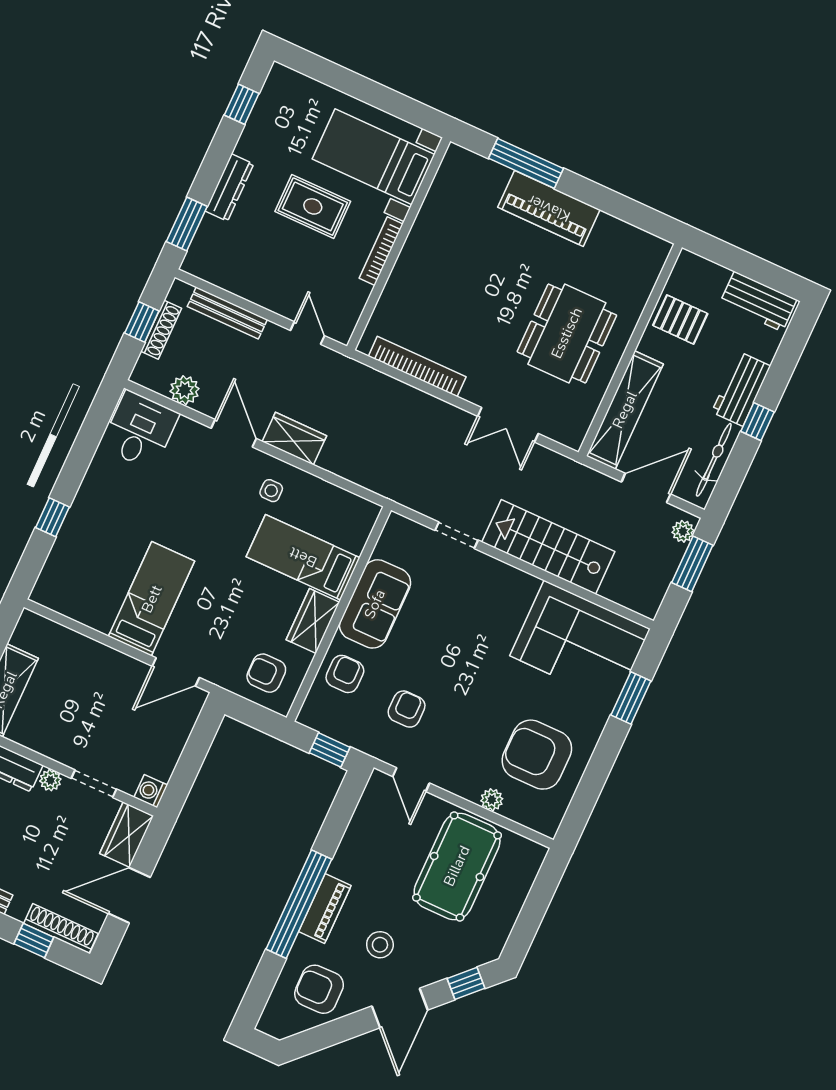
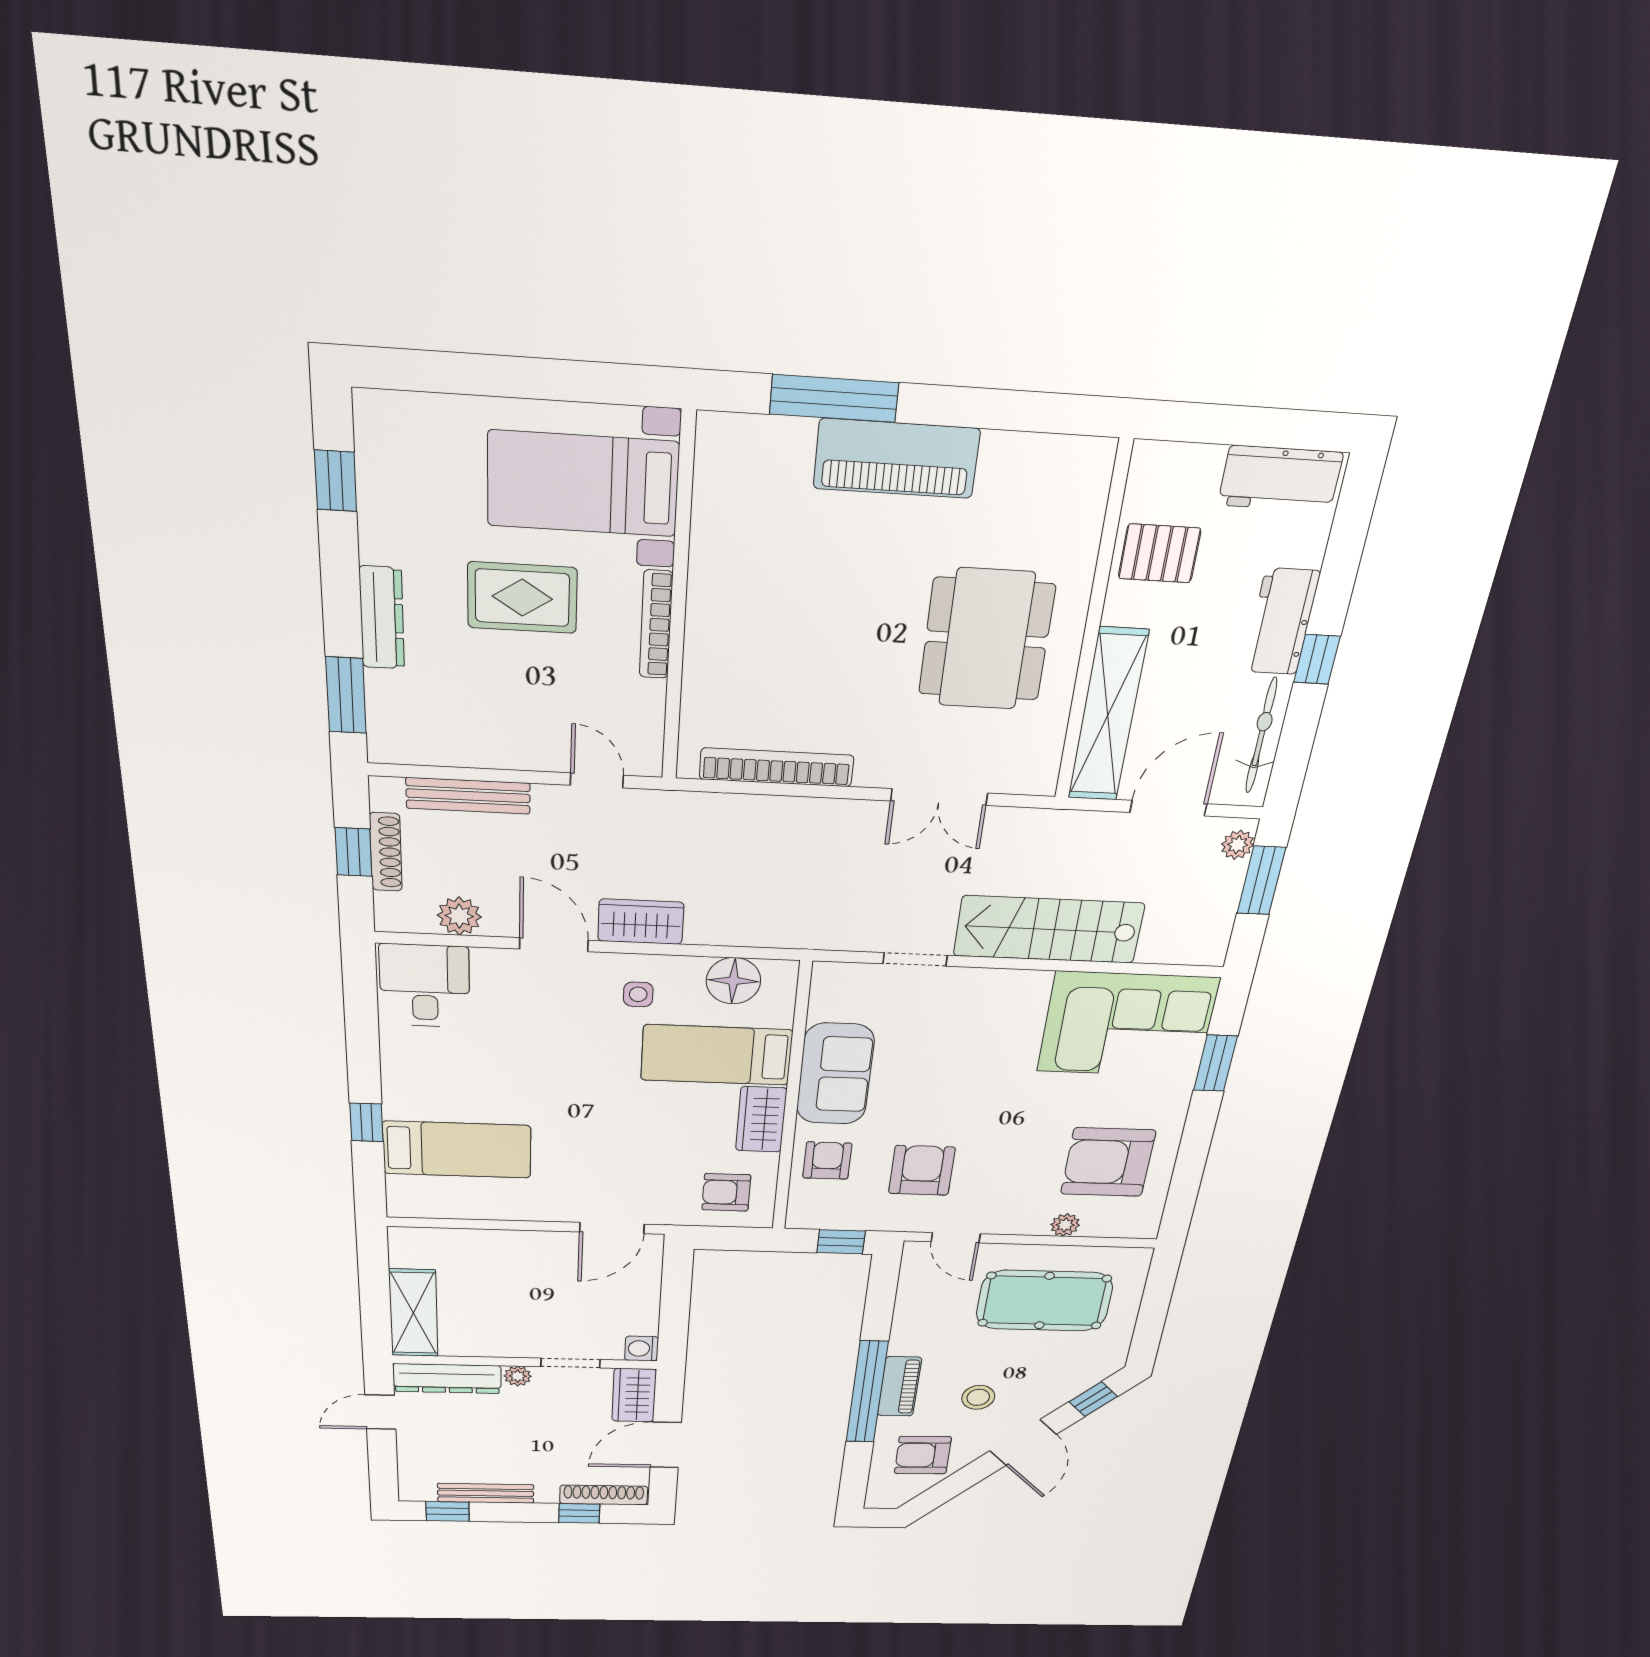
floor lamp: (336, 505) -> (733, 981), added
bed: (152, 599) -> (457, 1150), moved, turned 90
armchair: (407, 709) -> (922, 1170), width x1.38, depth x1.38
pool table: (457, 866) -> (1044, 1301), turned 90

